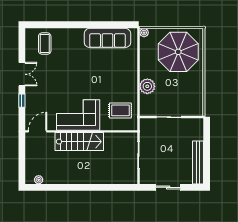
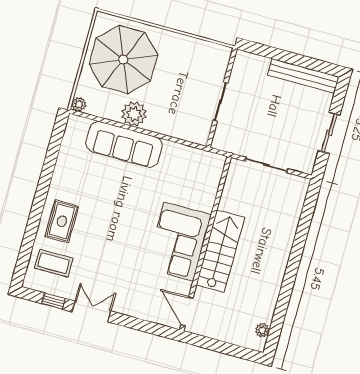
sofa: (107, 38) -> (124, 144), moved, turned 90
plant: (147, 86) -> (134, 114), moved
window: (22, 101) -> (53, 301), moved
rug: (120, 110) -> (62, 221), moved

